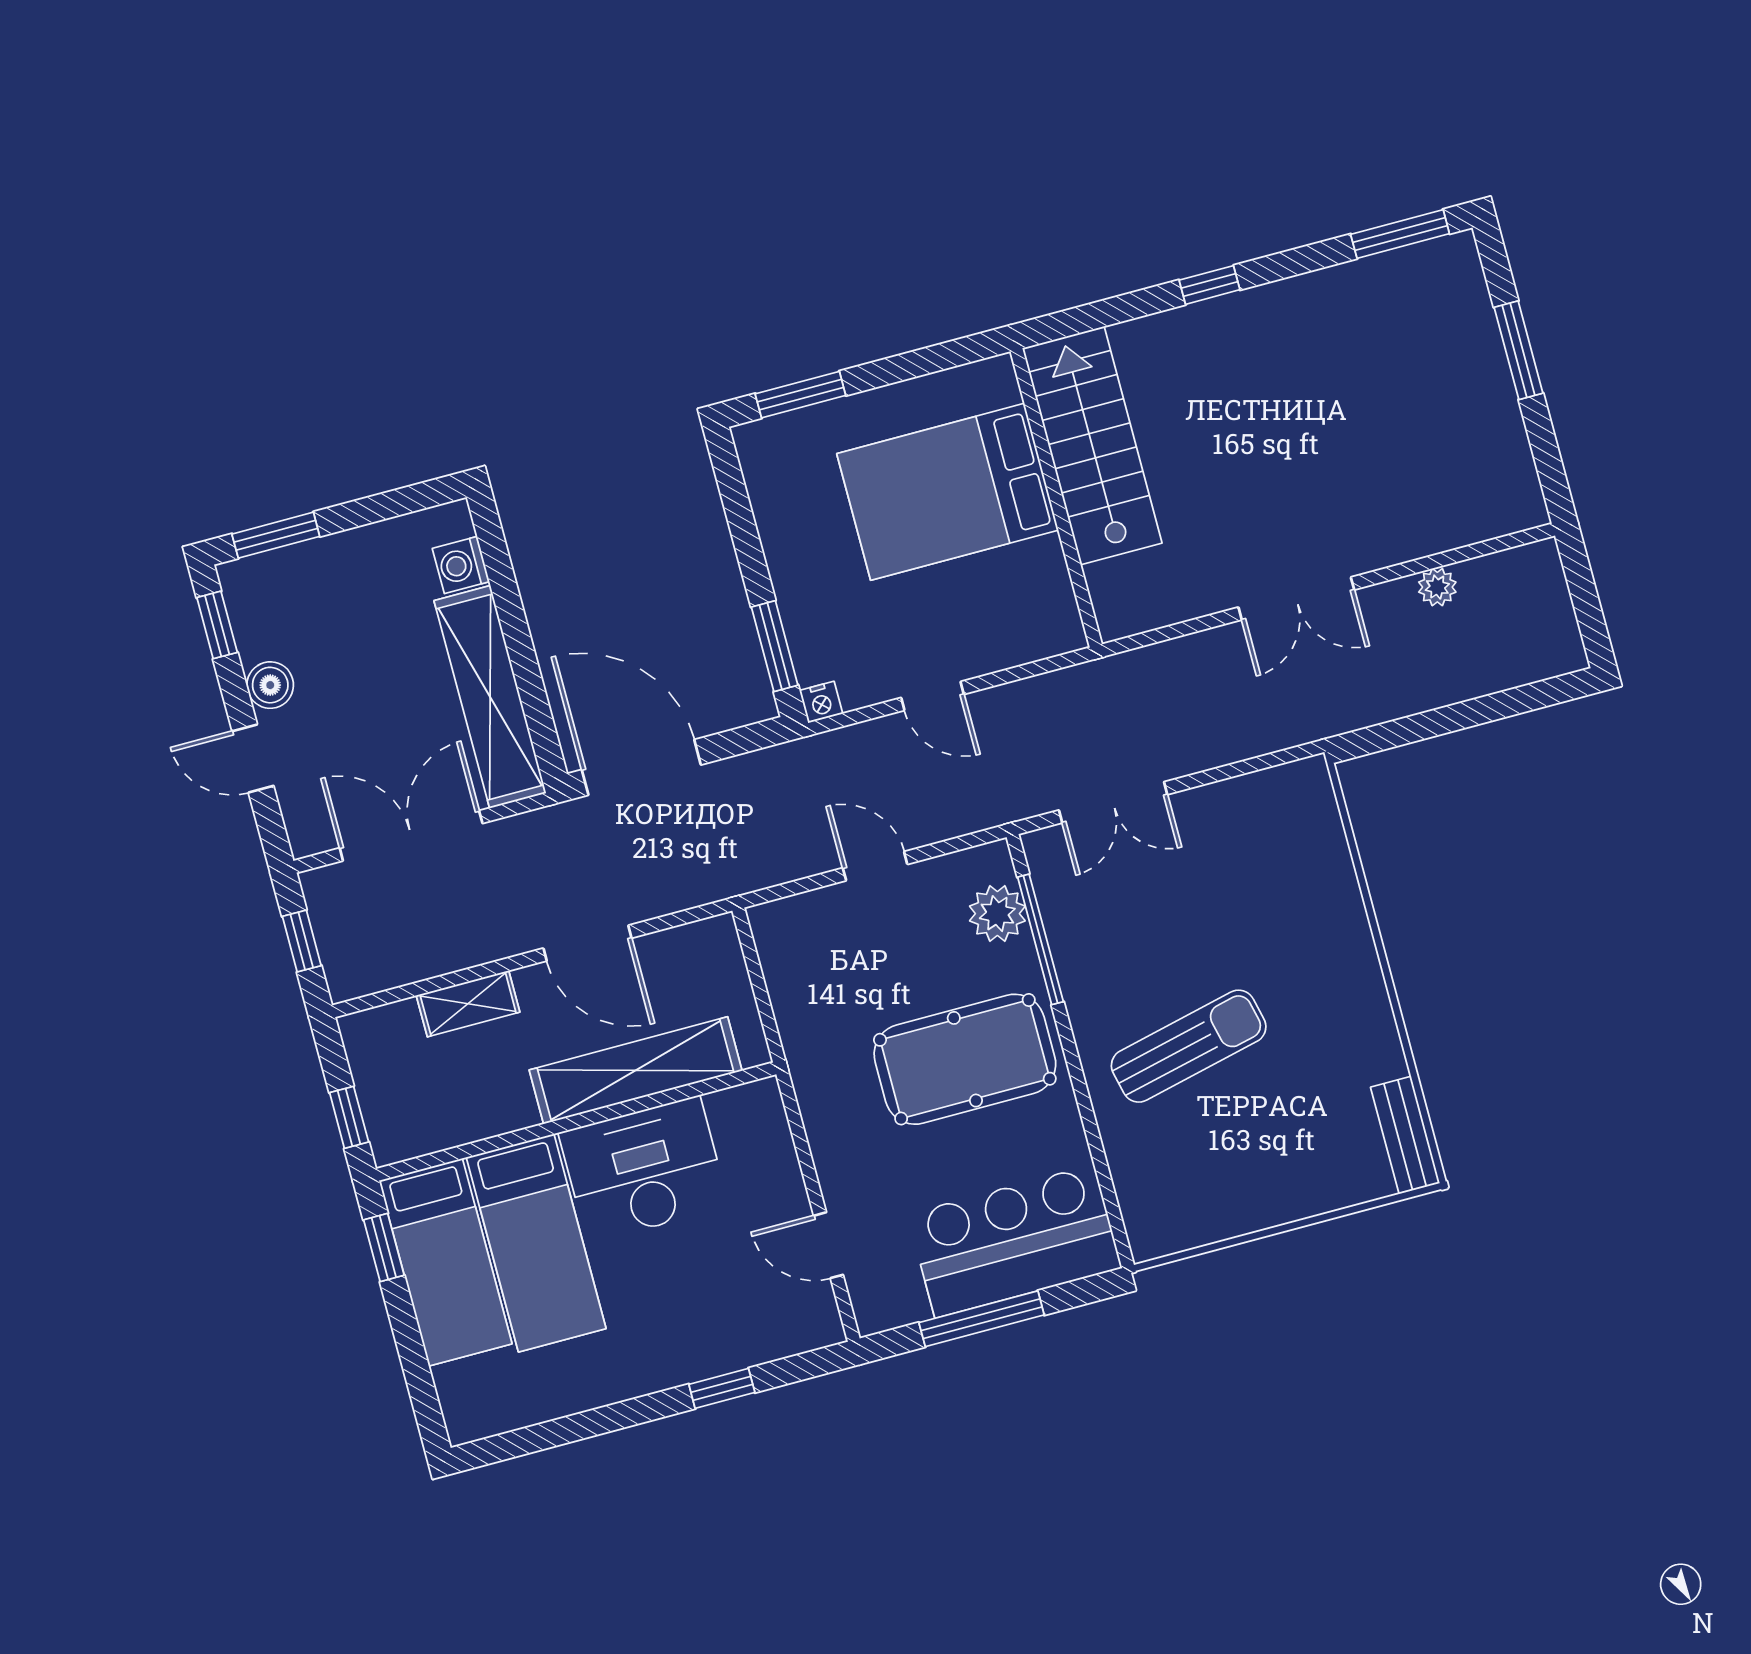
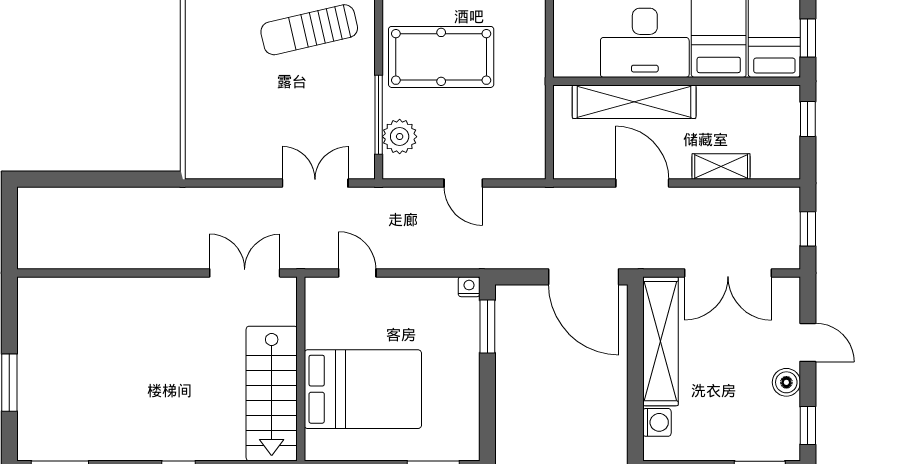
plant: (1437, 587) -> (93, 258), removed
double door: (1296, 599) -> (245, 273), moved
door: (932, 696) -> (357, 273), moved

